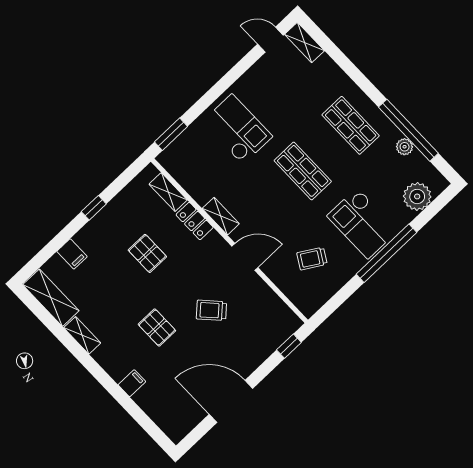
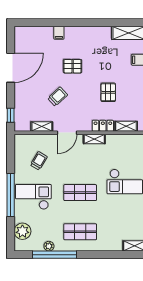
pallet: (147, 253) -> (108, 92), turned 90
shelving: (82, 335) -> (42, 126), moved

